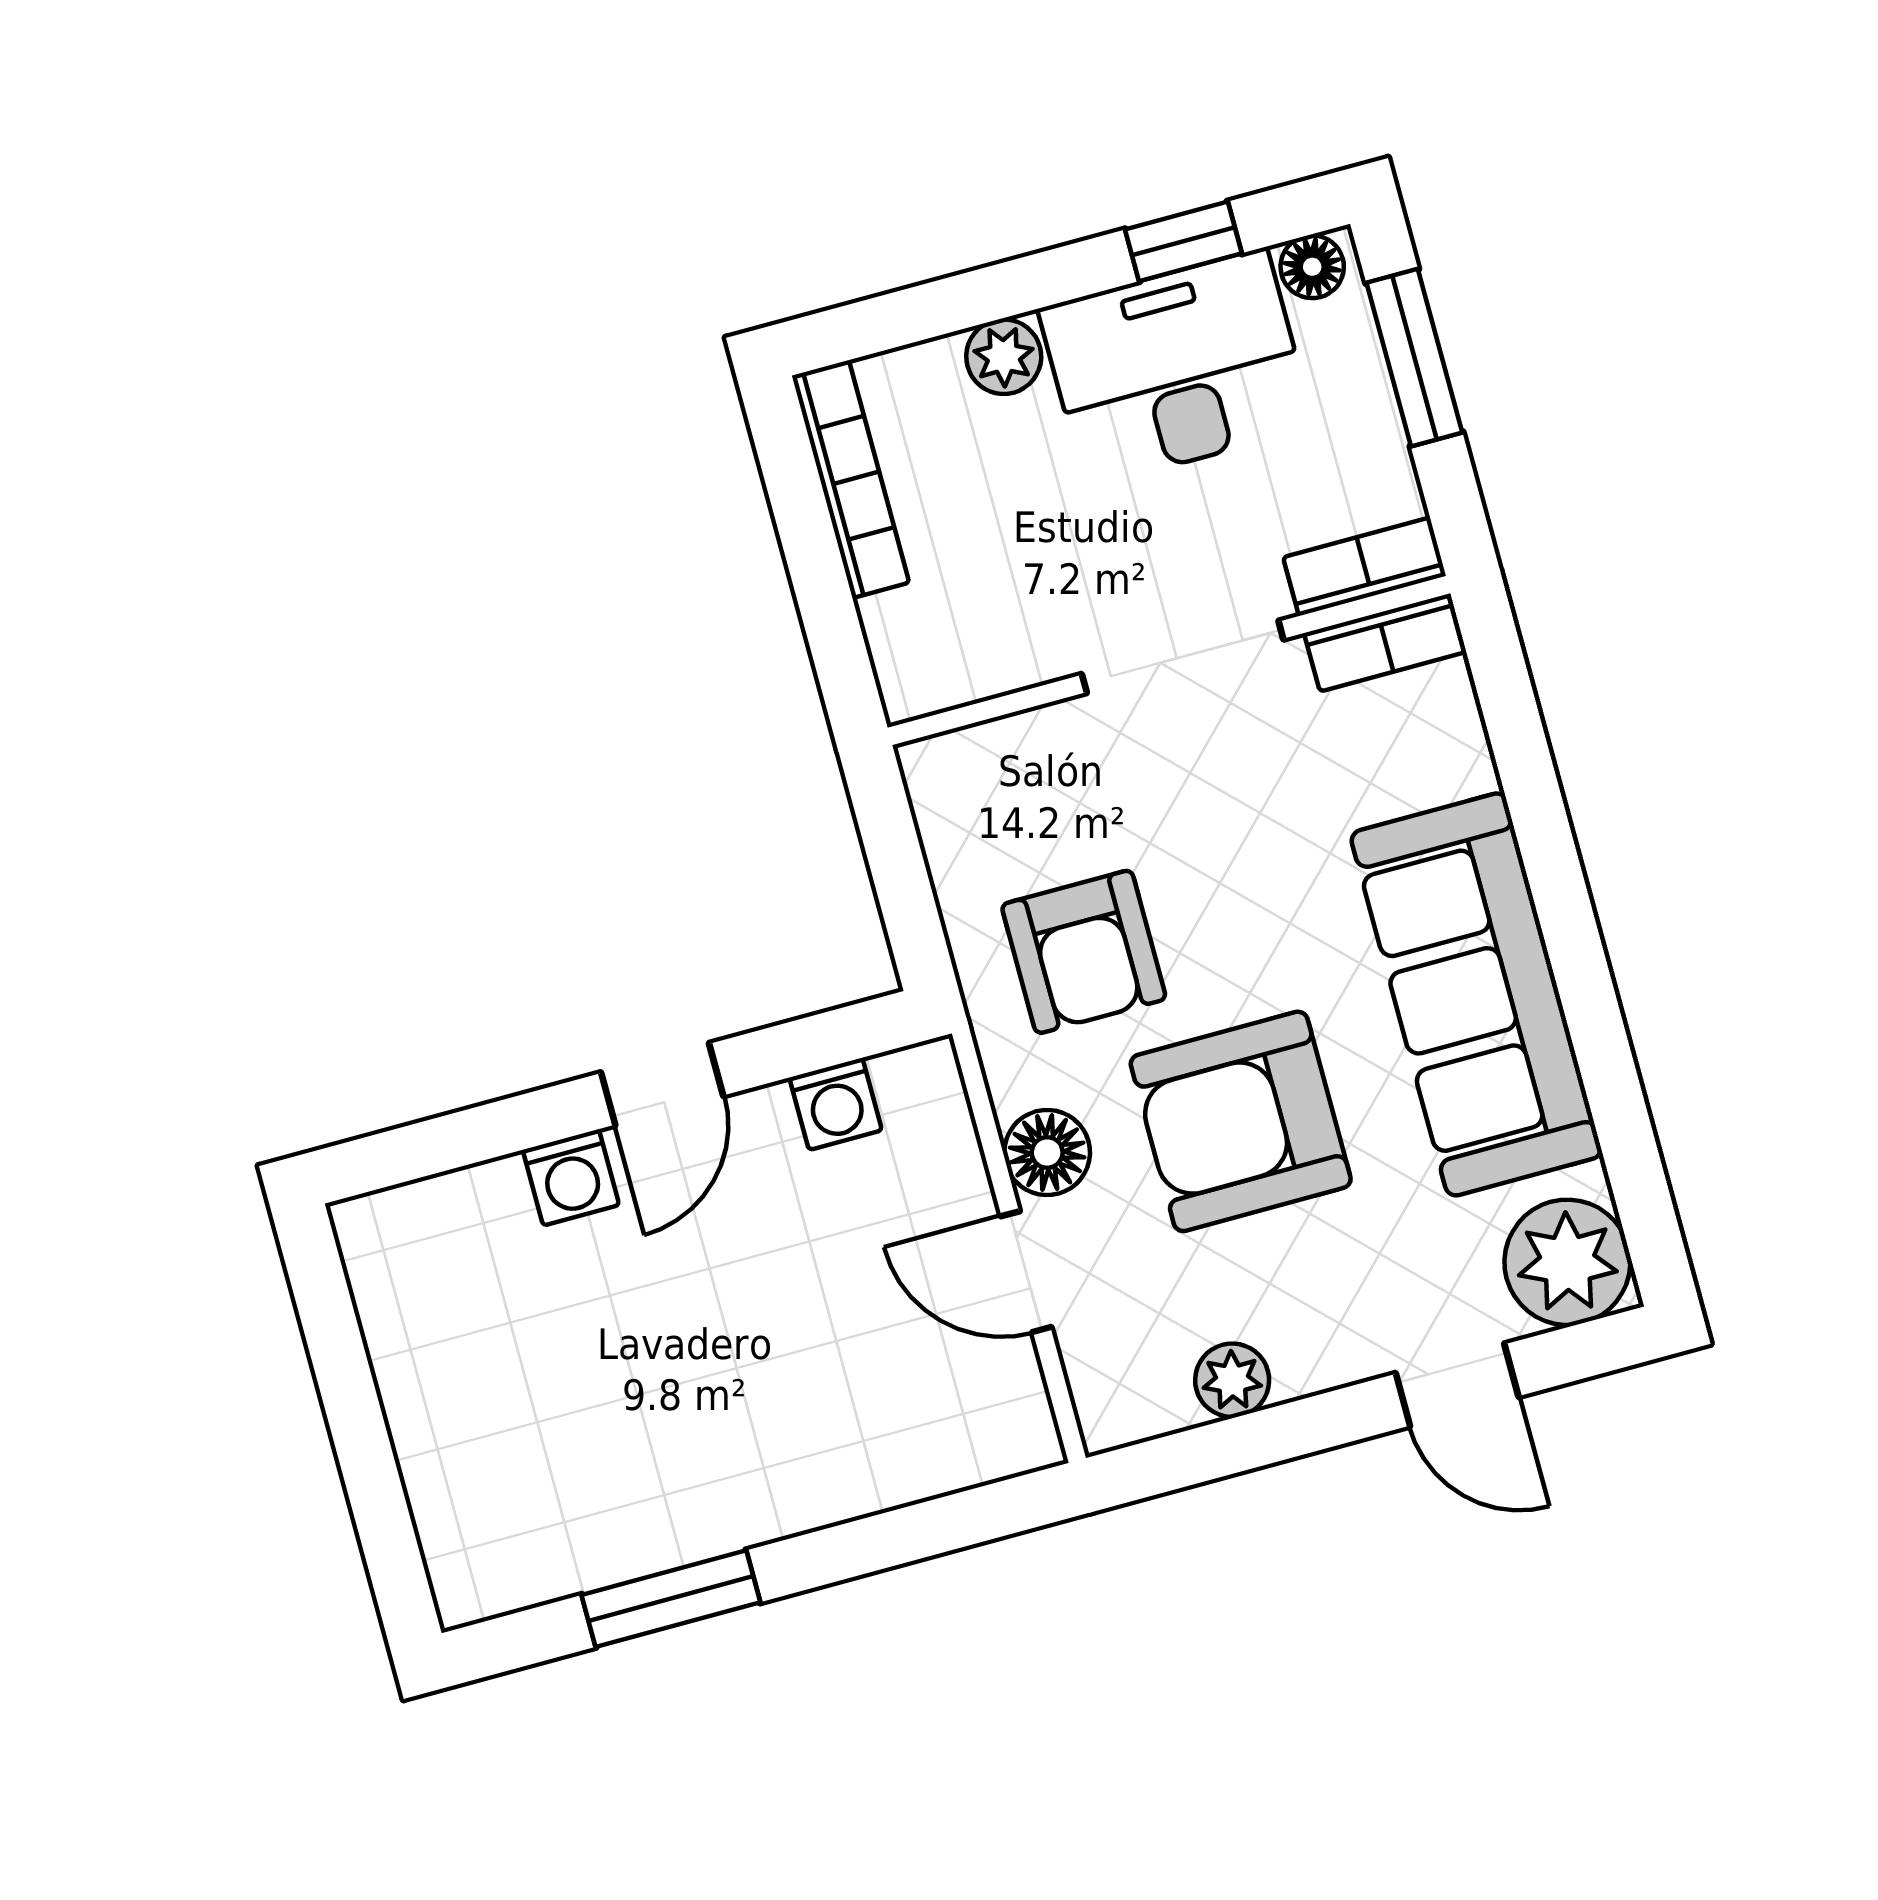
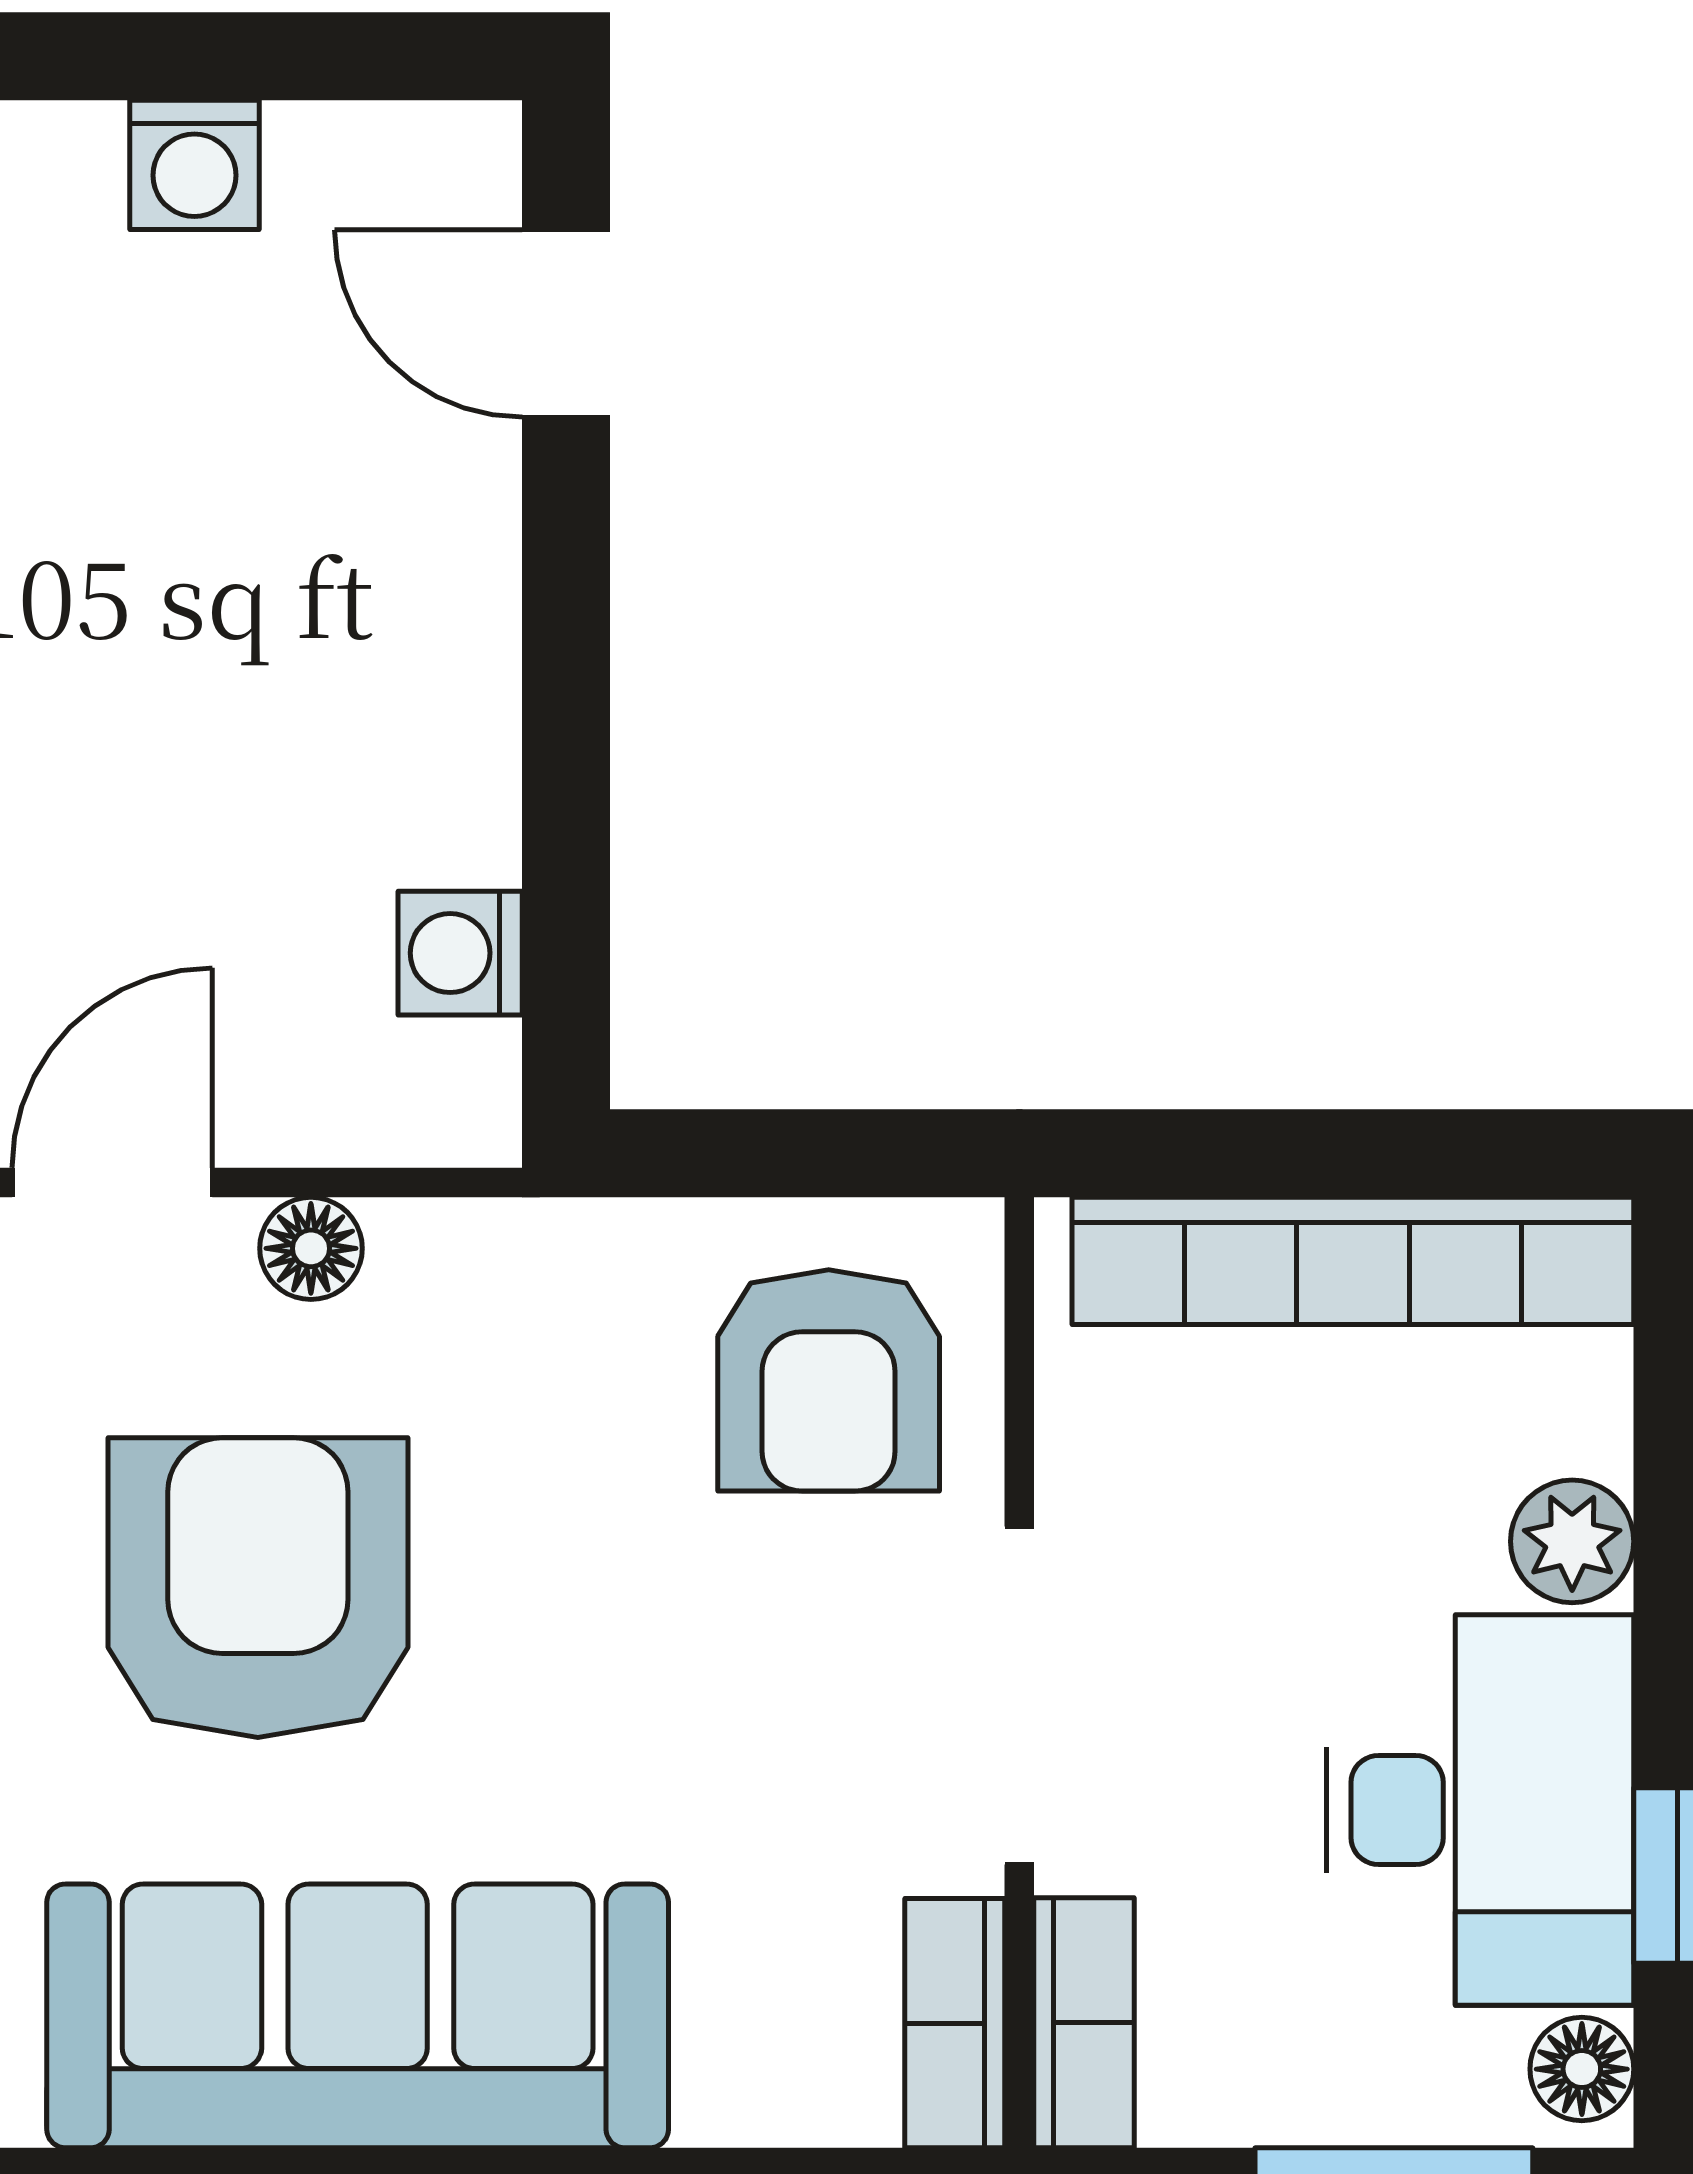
bookcase: (851, 479) -> (1353, 1261), width x1.48, depth x1.31
armchair: (1084, 952) -> (829, 1380), moved, turned -90
door: (662, 1084) -> (566, 324), moved
floor lamp: (1047, 1152) -> (311, 1248), width x0.73, depth x0.73
washing machine: (571, 1178) -> (194, 165), moved, turned -90

